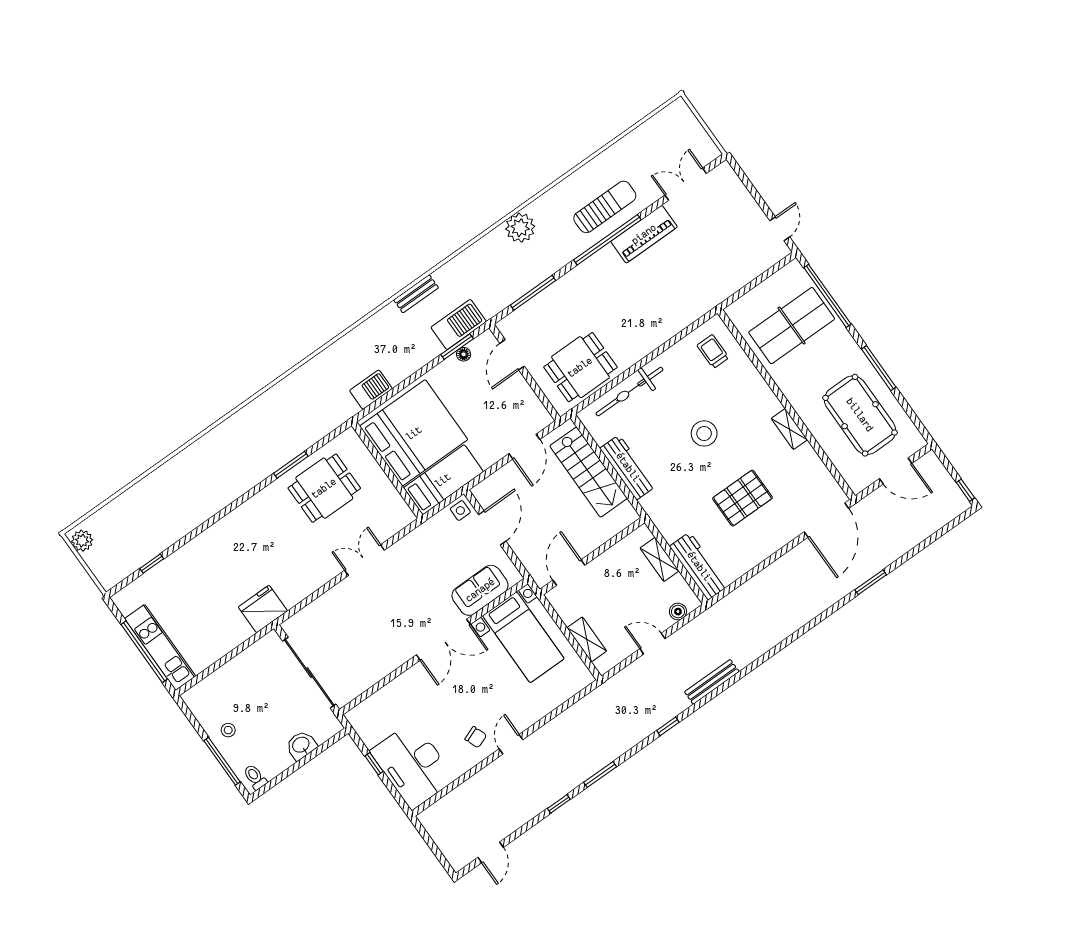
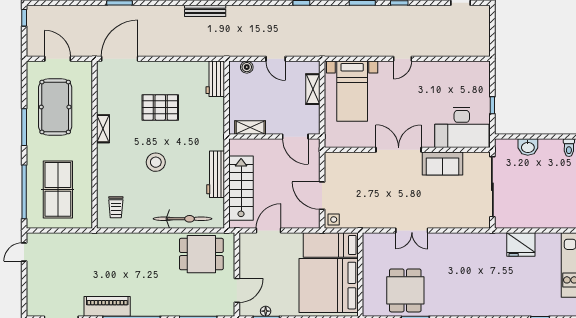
table tennis table: (792, 326) -> (58, 189), turned 90
dining table: (324, 488) -> (405, 290), turned 90
door: (492, 528) -> (322, 196), hinge flipped
shelving: (660, 559) -> (250, 127), moved, turned 90
workbench: (699, 566) -> (215, 79), width x0.73
door: (569, 573) -> (295, 137), hinge flipped
sofa: (480, 590) -> (443, 164), moved
fridge: (263, 609) -> (521, 244), moved
bed with nightstands: (523, 637) -> (352, 91), moved, turned 180
bench: (712, 682) -> (205, 11), moved
stool: (228, 730) -> (565, 187), removed
chair: (476, 737) -> (420, 78), removed
desk: (413, 765) -> (462, 127), moved, turned 90

